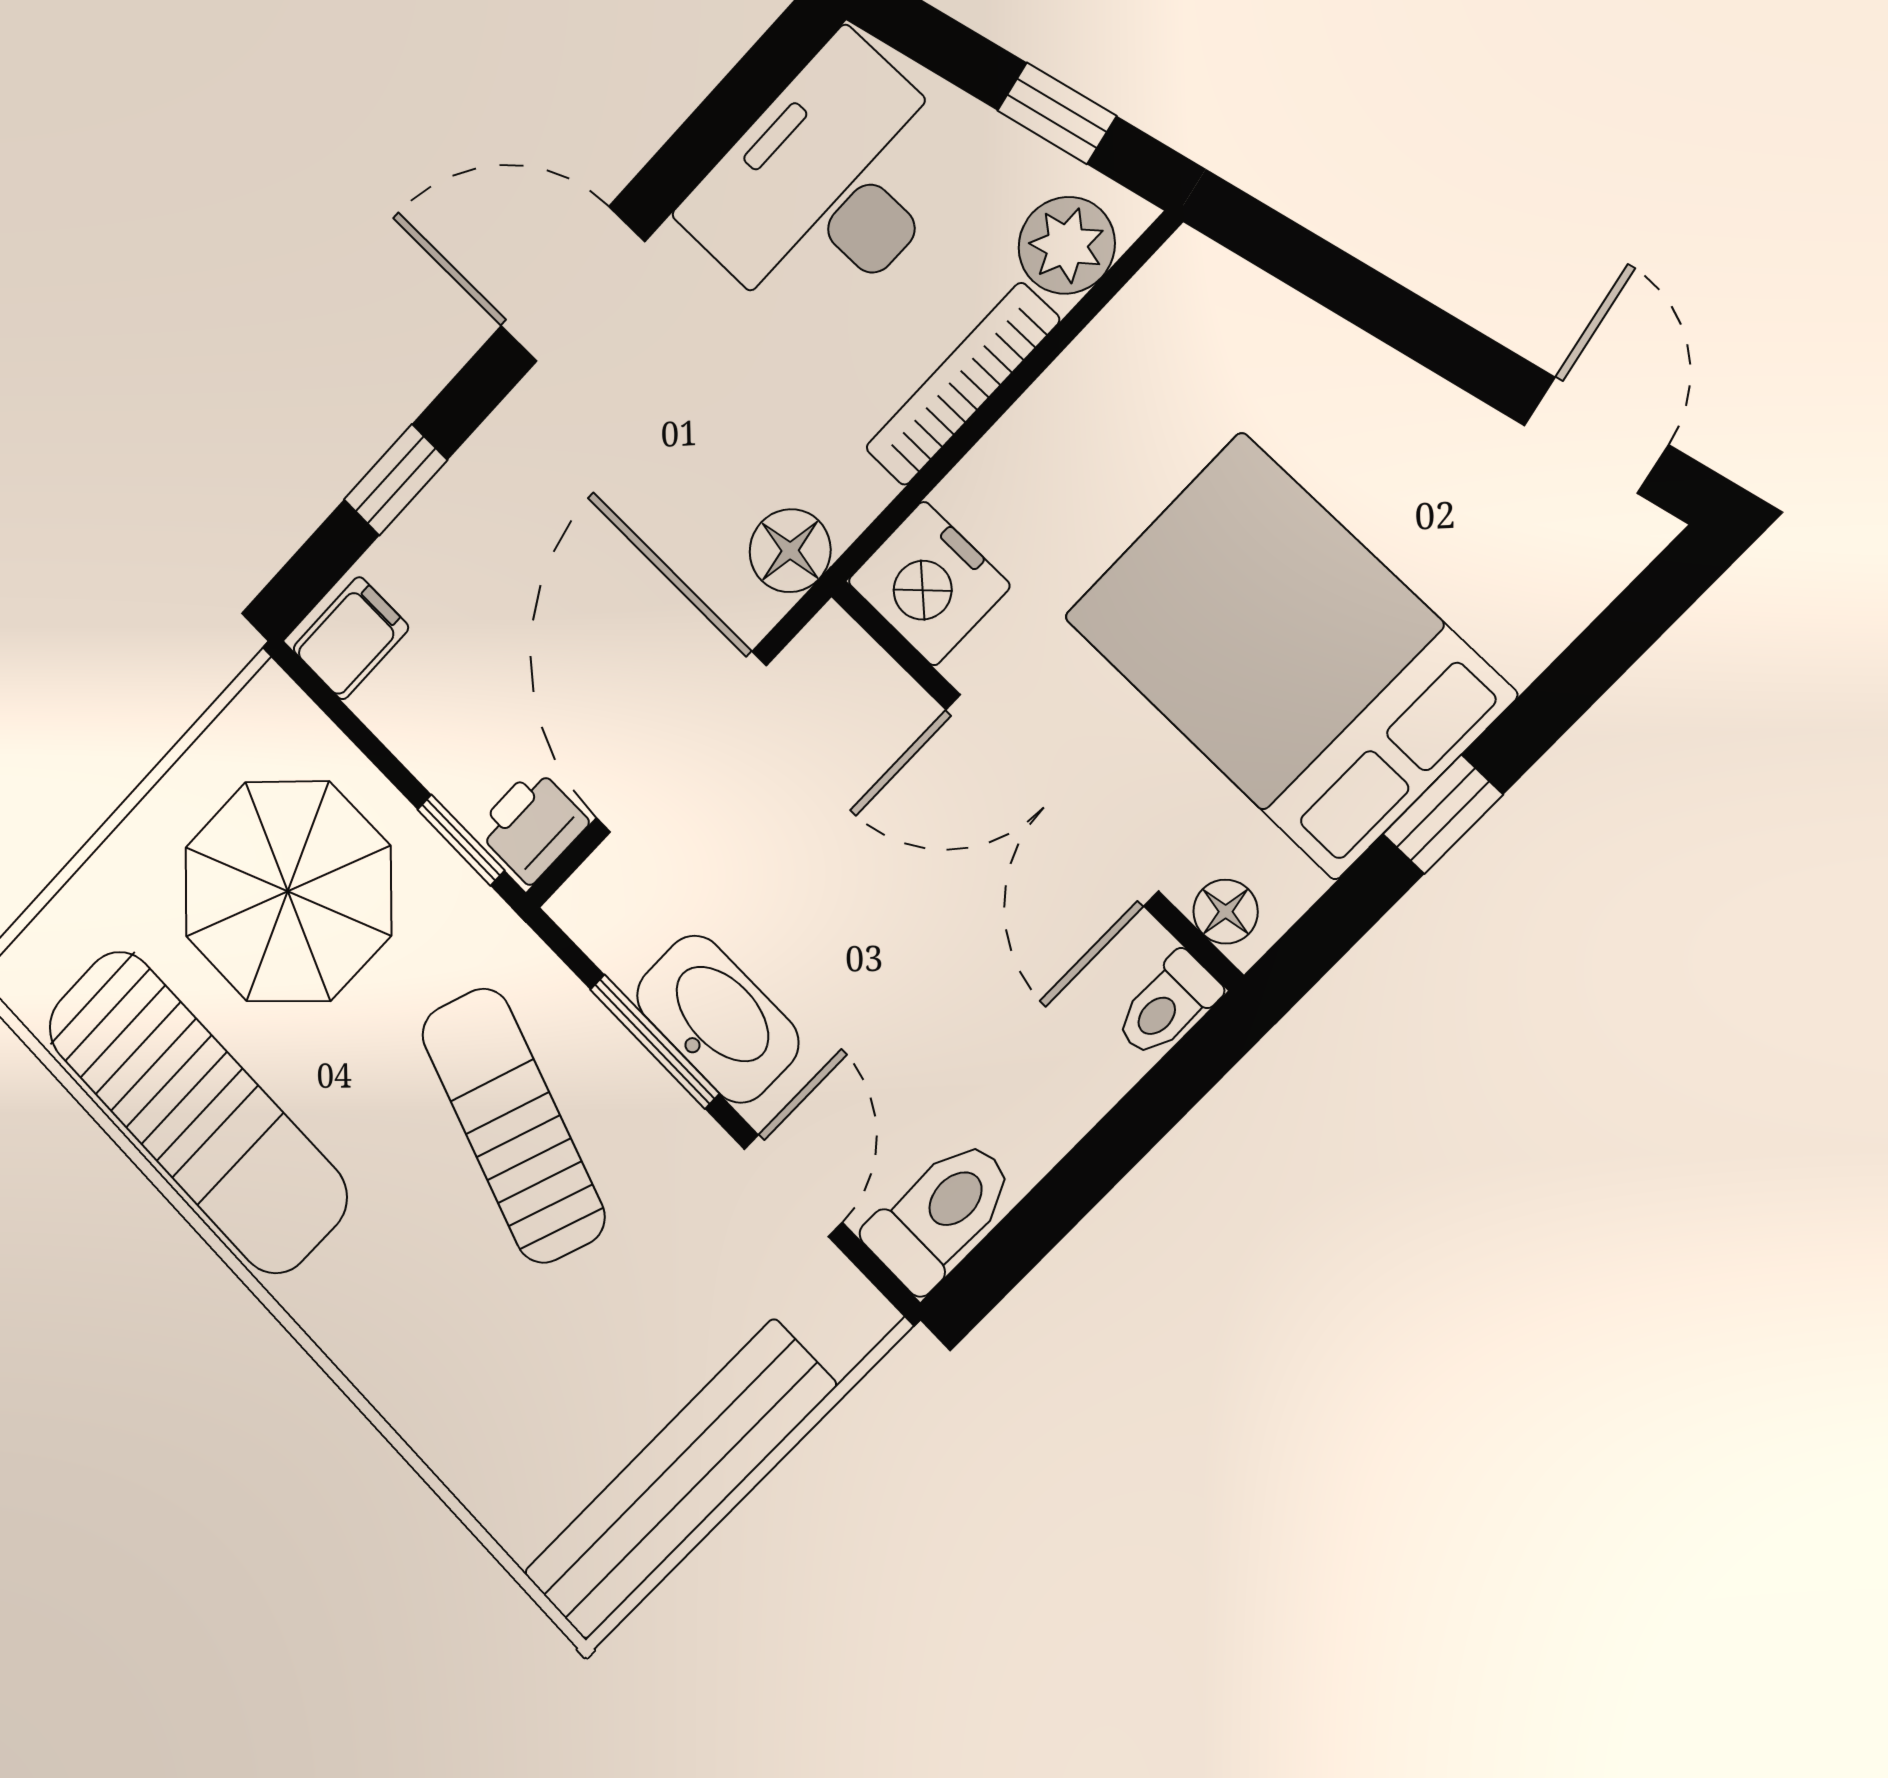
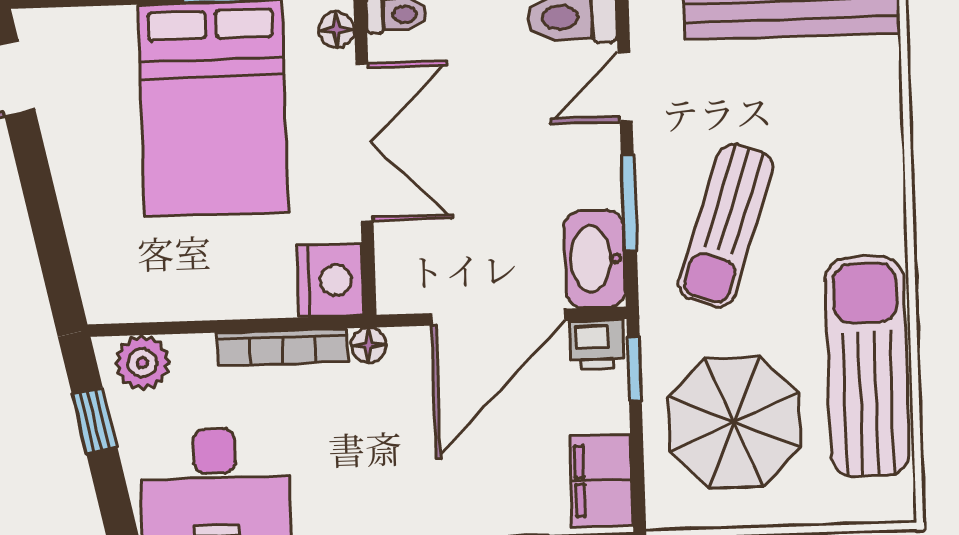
bookcase: (963, 384) -> (282, 347), moved
floor lamp: (790, 551) -> (369, 345), width x0.73, depth x0.73
filing cabinet: (351, 638) -> (601, 480), width x2.00
washbasin: (717, 1019) -> (595, 259), moved

